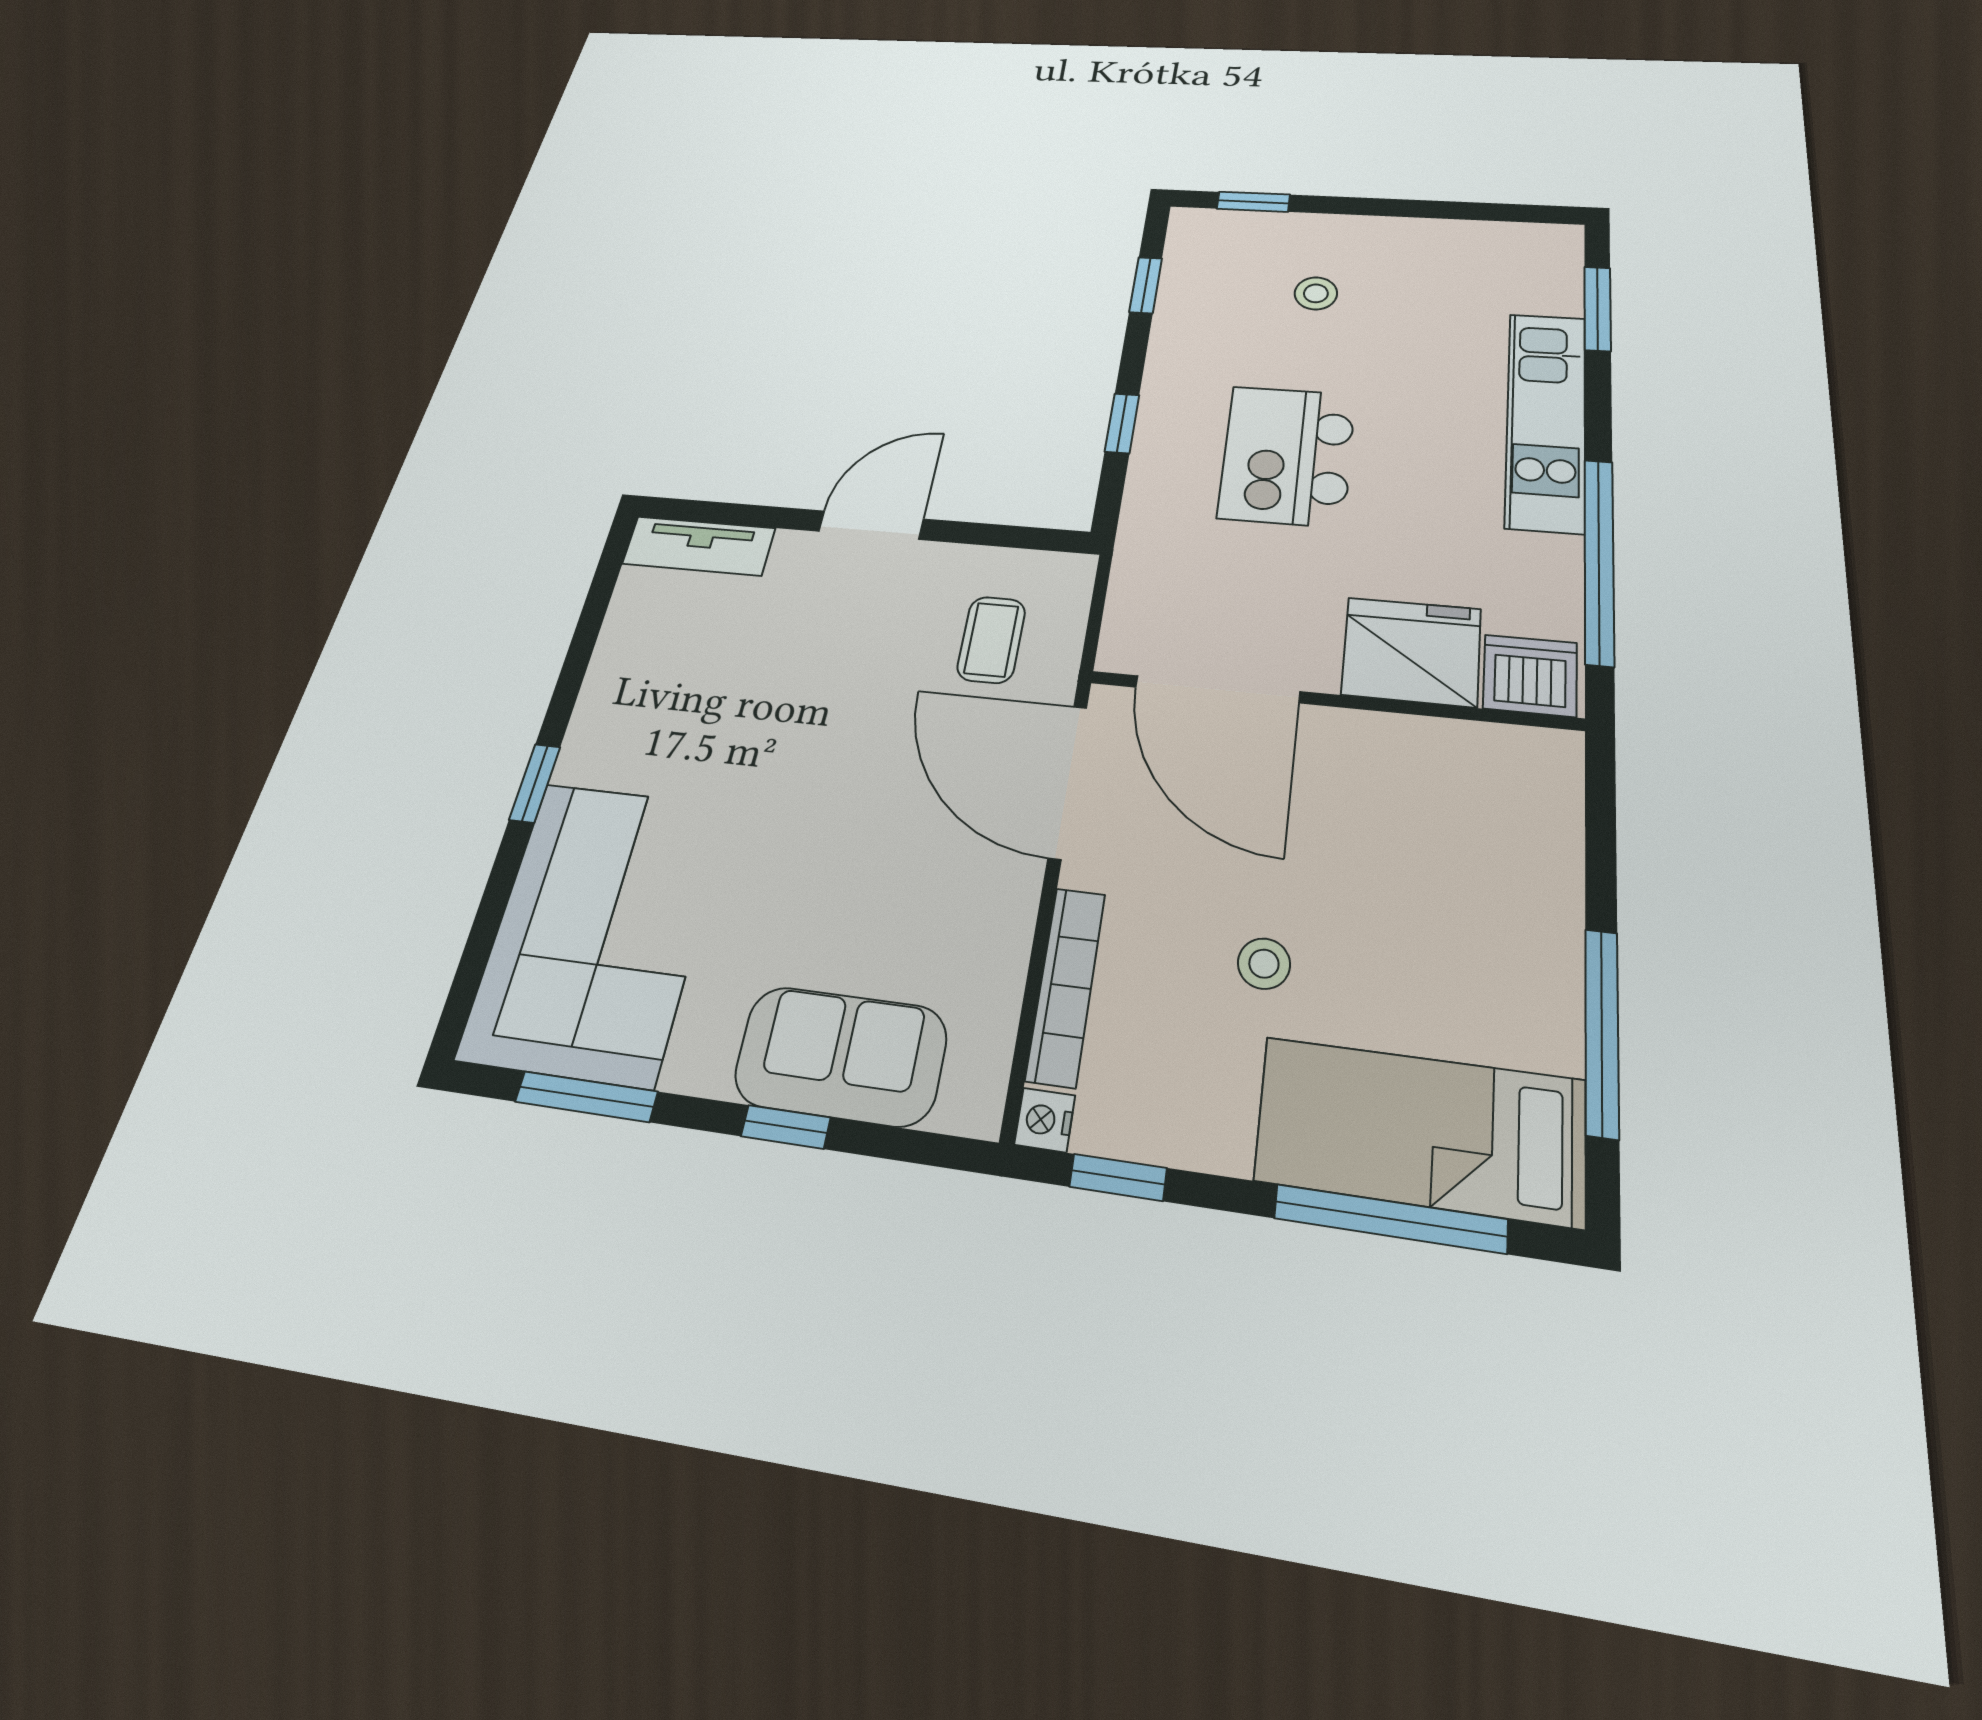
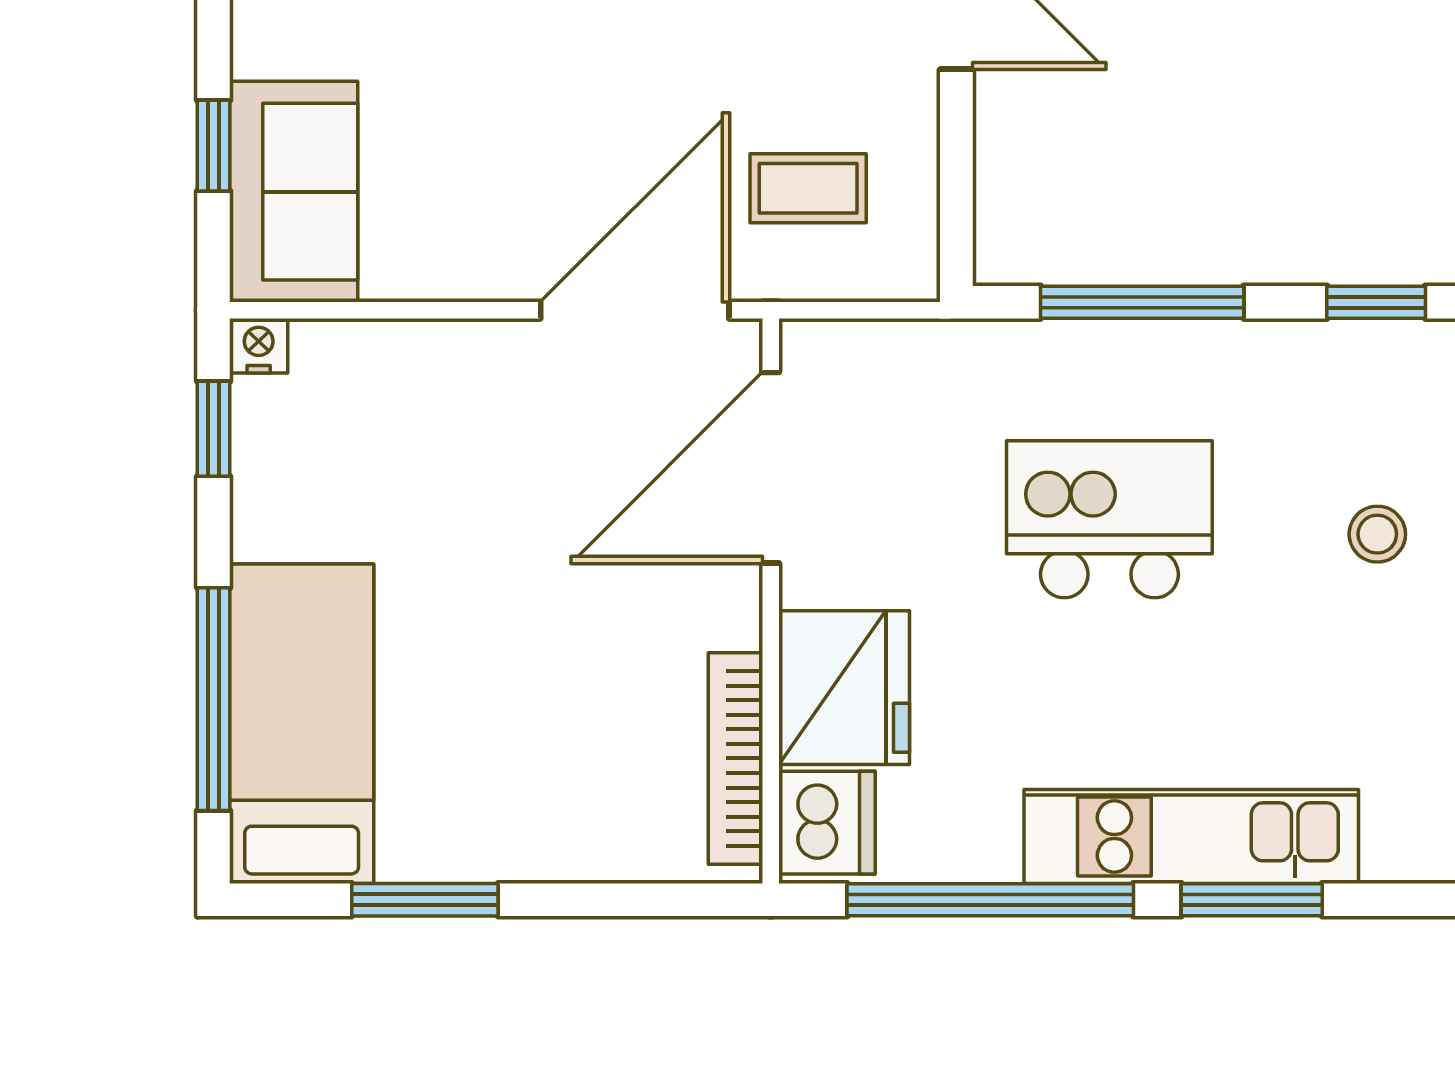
window: (1598, 309) -> (1252, 900), moved
window: (1122, 423) -> (1142, 302), width x2.17
stool: (1264, 964) -> (451, 553), removed
bookcase: (1066, 986) -> (735, 758), moved, turned 90
window: (1602, 1032) -> (425, 900), width x0.69
sofa: (841, 1056) -> (294, 192), moved
window: (786, 1127) -> (214, 146), moved

